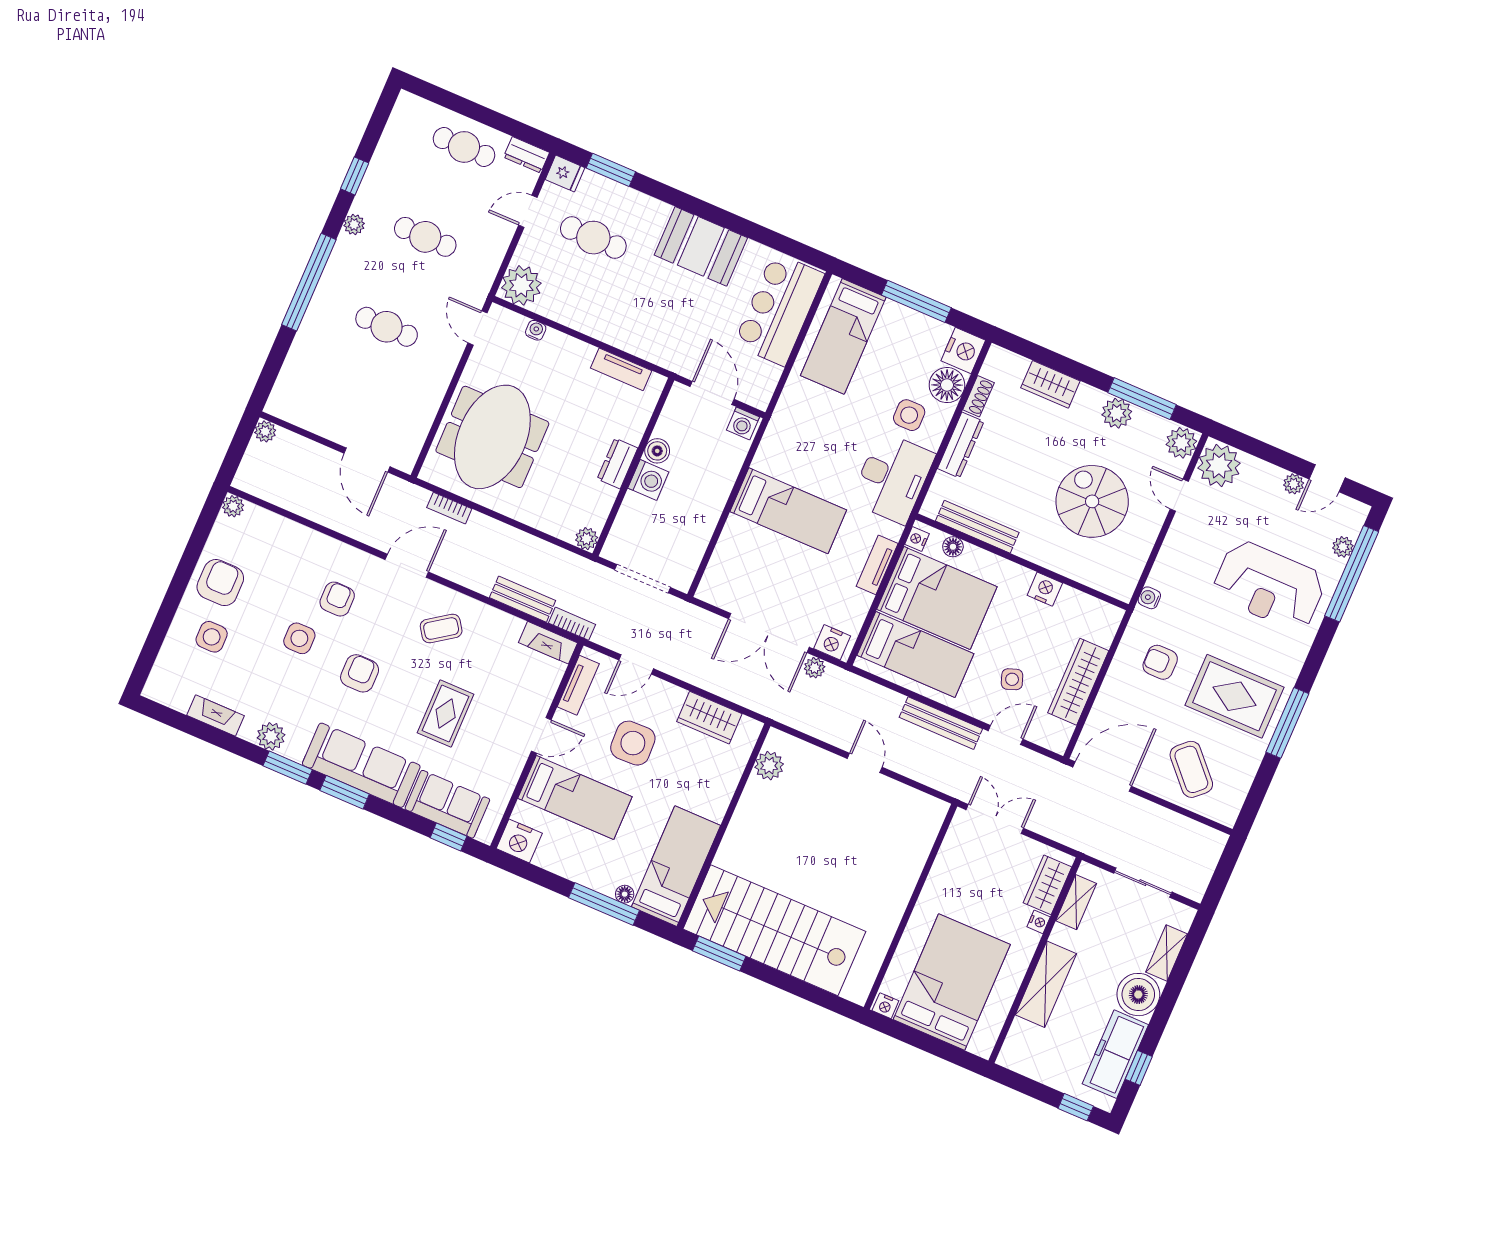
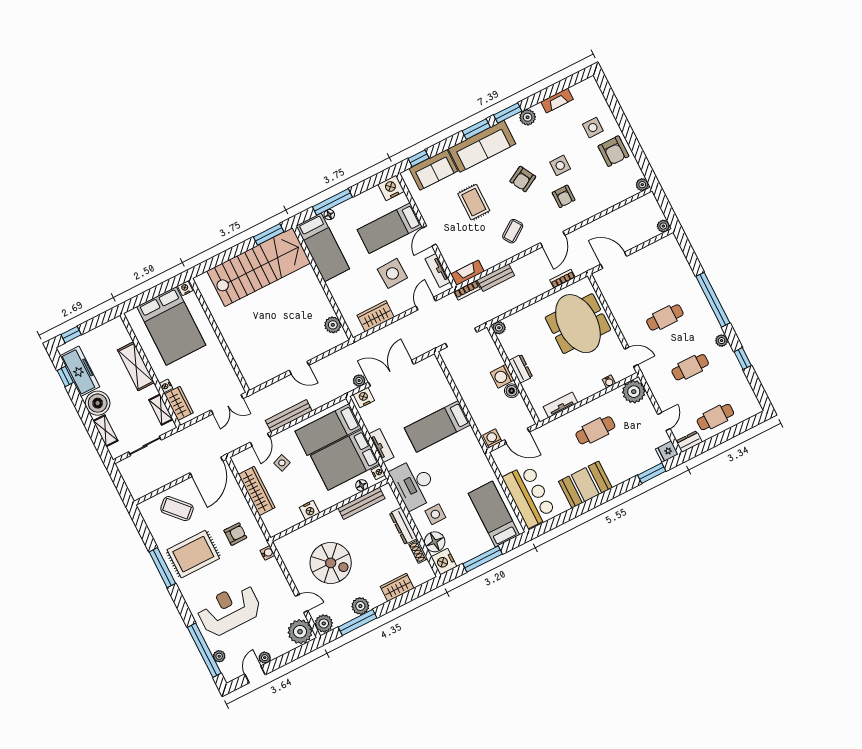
cafe table: (593, 238) -> (595, 430), moved
armchair: (360, 673) -> (523, 179), turned 61

